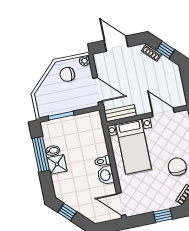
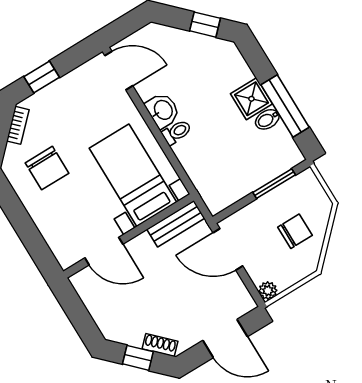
chair: (67, 74) -> (295, 231), moved

